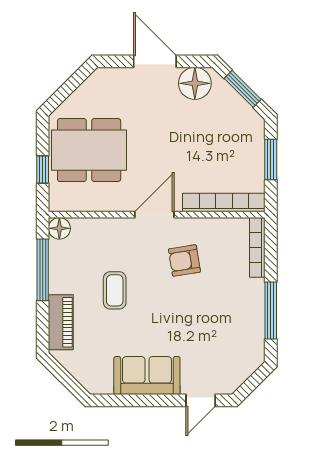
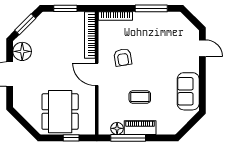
floor lamp: (59, 228) -> (117, 128), moved
piano: (61, 322) -> (140, 128), moved
sofa: (147, 376) -> (188, 91), moved

